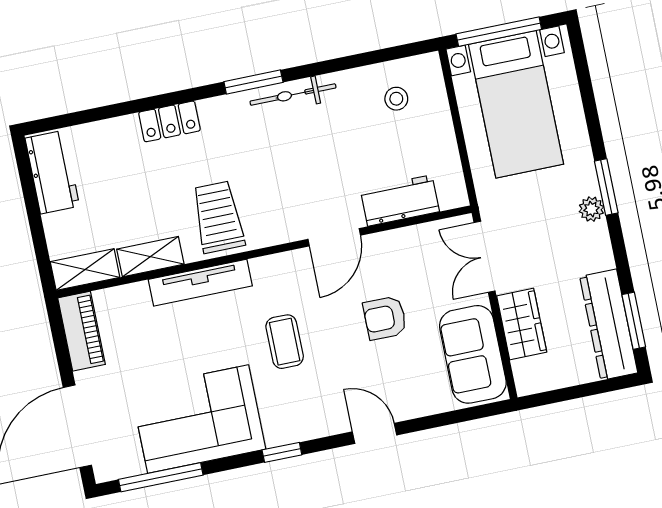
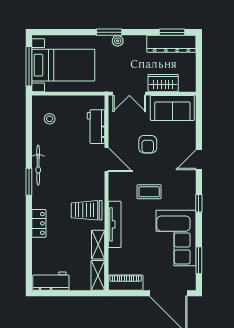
window: (161, 477) -> (199, 260), width x0.69

